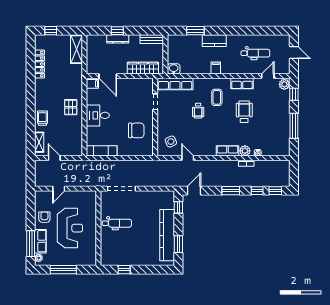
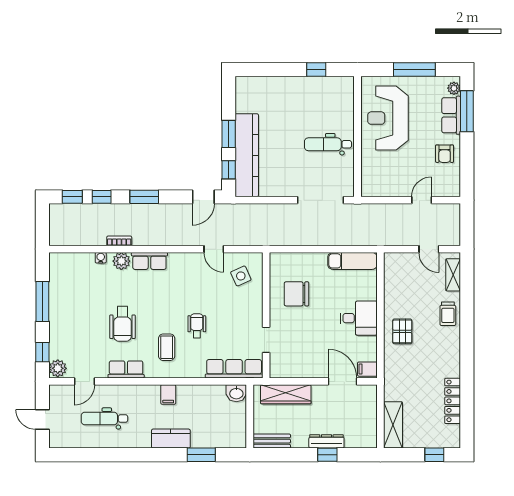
reception desk: (70, 228) -> (388, 118), moved
kitchen counter: (167, 235) -> (247, 155), moved
window: (178, 244) -> (229, 134), moved

